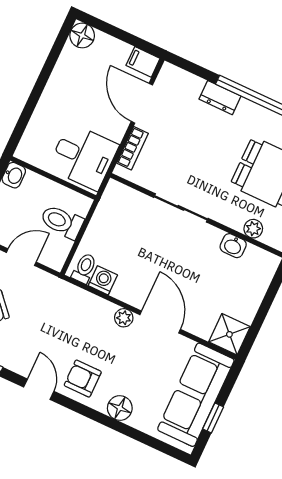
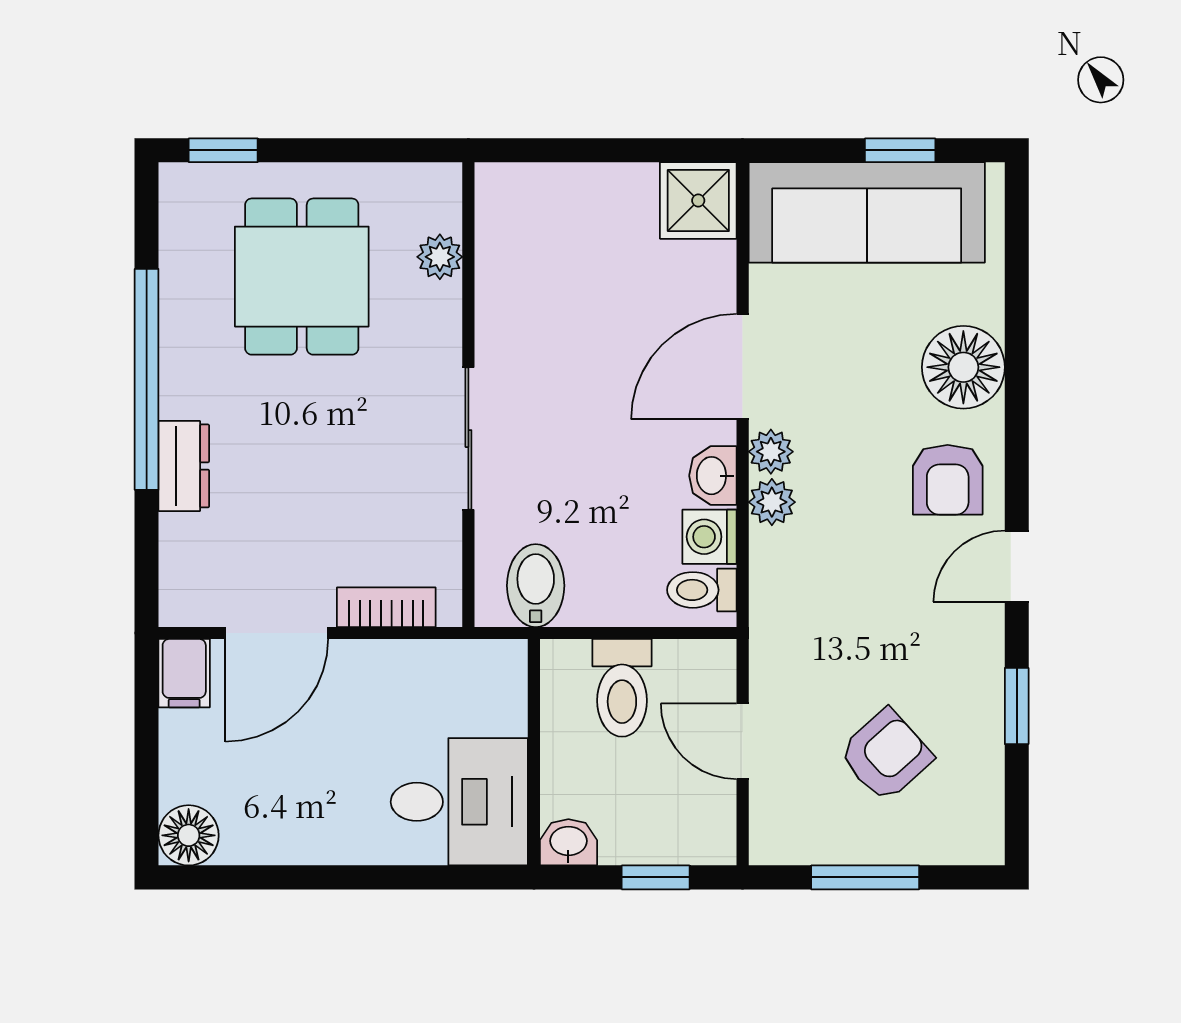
desk: (83, 157) -> (459, 802), moved, turned 90
bidet: (115, 207) -> (536, 586), added
washbasin: (233, 246) -> (713, 476), moved, turned 180
plant: (105, 309) -> (772, 502), added
floor lamp: (120, 408) -> (963, 367), width x1.38, depth x1.38

